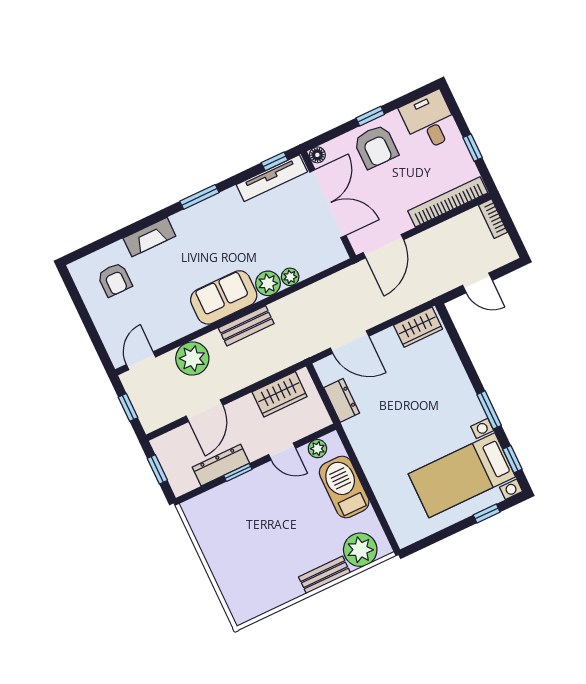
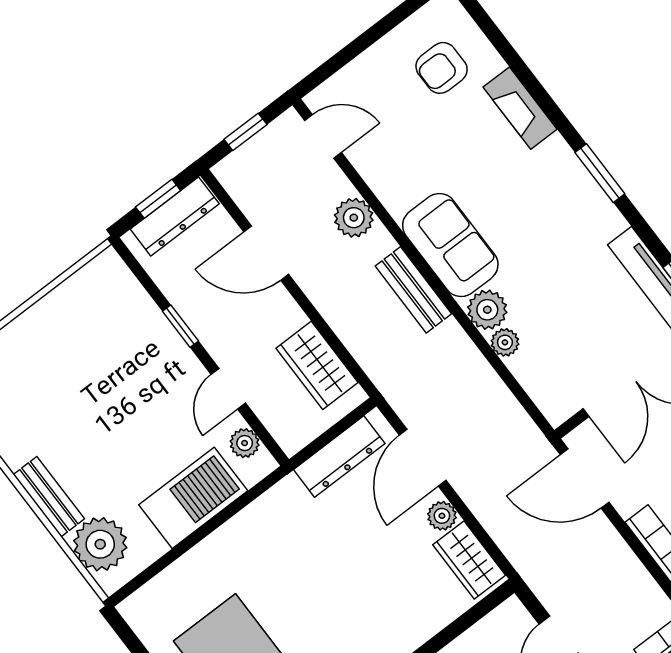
plant: (388, 338) -> (442, 516), added
plant: (192, 359) -> (354, 218), width x0.73, depth x0.73
dresser: (342, 400) -> (339, 457), width x1.44
dresser: (221, 465) -> (175, 216), moved, turned 90

